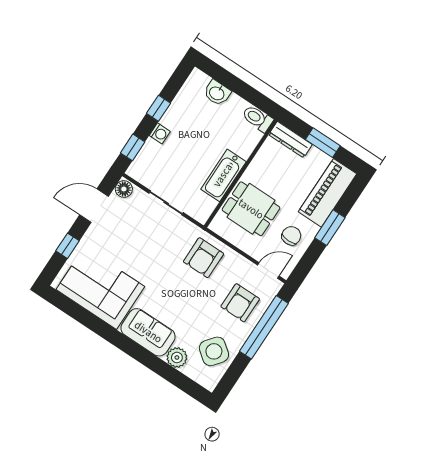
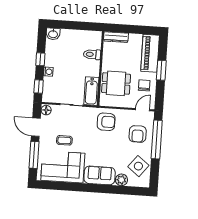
washbasin: (217, 93) -> (53, 34), moved
toilet: (257, 118) -> (92, 54), moved
window: (323, 143) -> (133, 29), removed
bathtub: (223, 175) -> (91, 91), moved
door: (94, 206) -> (36, 127), hinge flipped
window: (67, 246) -> (34, 155), width x2.17
coffee table: (125, 250) -> (64, 140), added
armchair: (203, 258) -> (106, 122), turned -90

